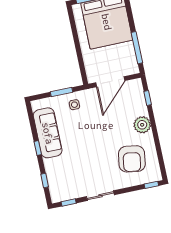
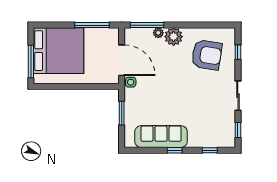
window: (148, 98) -> (147, 25), width x2.17
side table: (74, 105) -> (131, 82), moved
plant: (143, 110) -> (158, 33), added
window: (151, 185) -> (238, 52), moved

